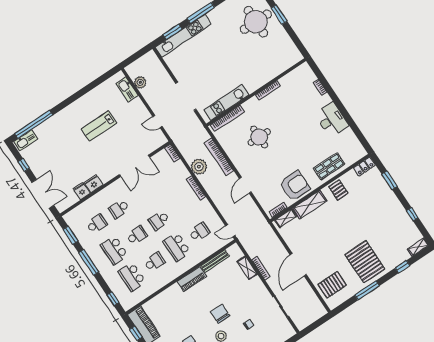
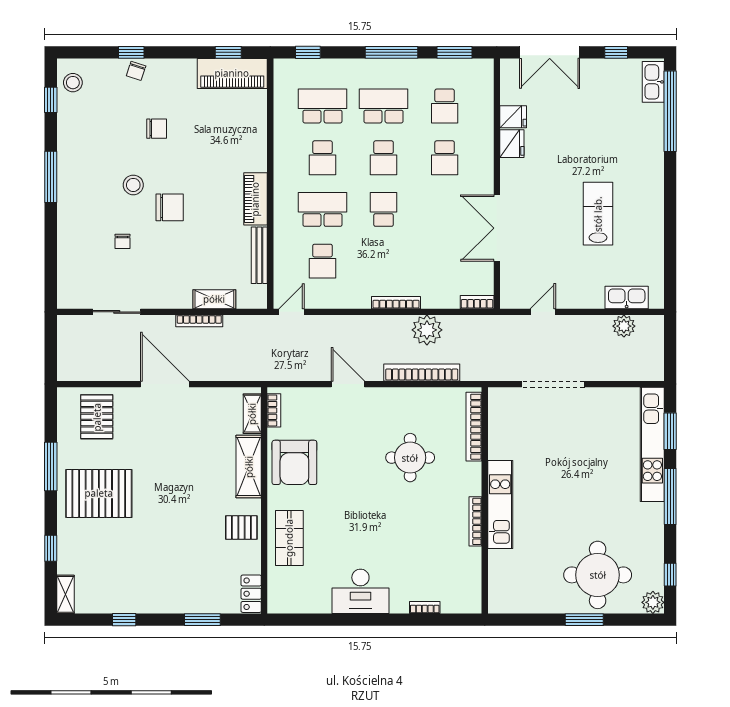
kitchen unit: (226, 102) -> (500, 505), moved
school desk: (119, 209) -> (445, 158), turned 180

